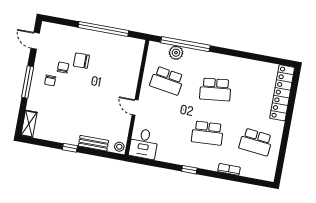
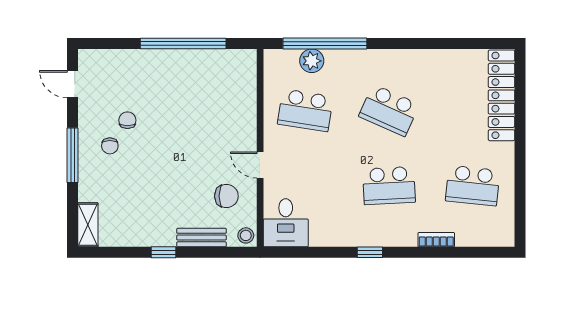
chair: (81, 61) -> (226, 196), moved, turned 180
school desk: (215, 89) -> (389, 110), turned 30

